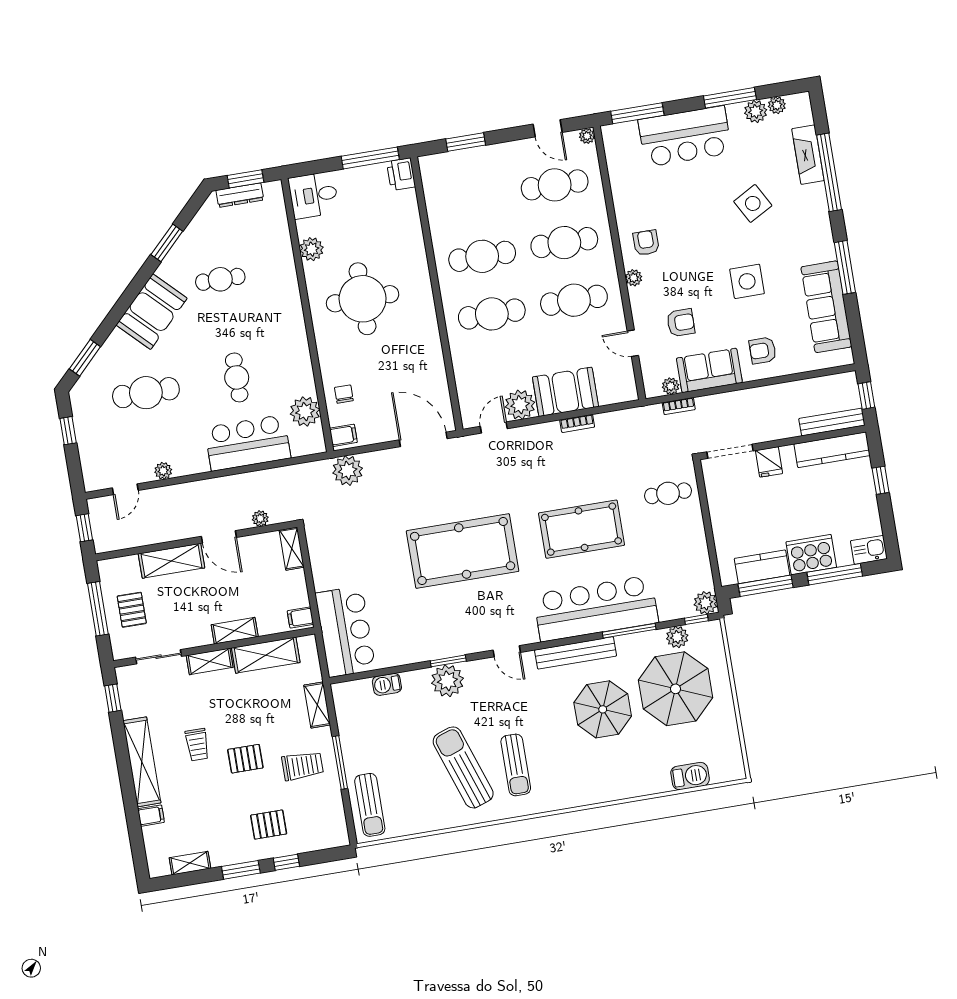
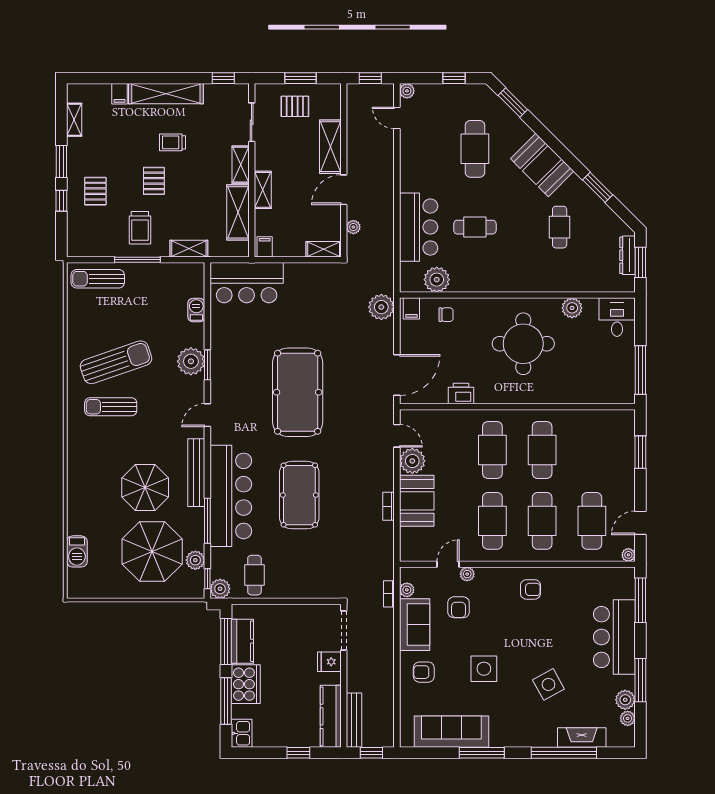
printer: (401, 174) -> (461, 393), moved
plant: (634, 278) -> (467, 574), moved
armchair: (763, 350) -> (424, 672), turned -90
plant: (163, 471) -> (407, 91), moved
cafe table: (668, 493) -> (254, 575), moved
window: (98, 609) -> (300, 78), width x0.69

